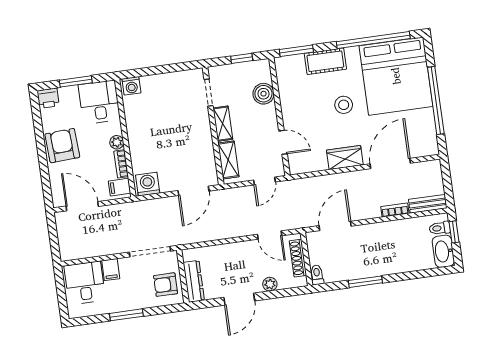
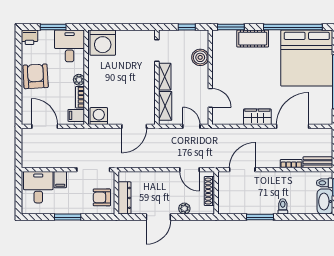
washing machine: (131, 86) -> (103, 43), width x1.89, depth x1.89
stool: (344, 105) -> (262, 75), removed
door: (264, 181) -> (191, 126), swing flipped
toilet: (317, 275) -> (283, 206), moved

